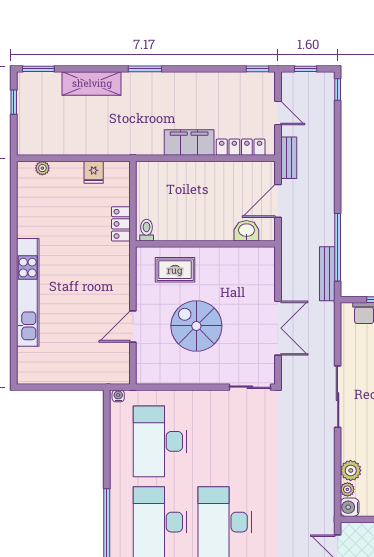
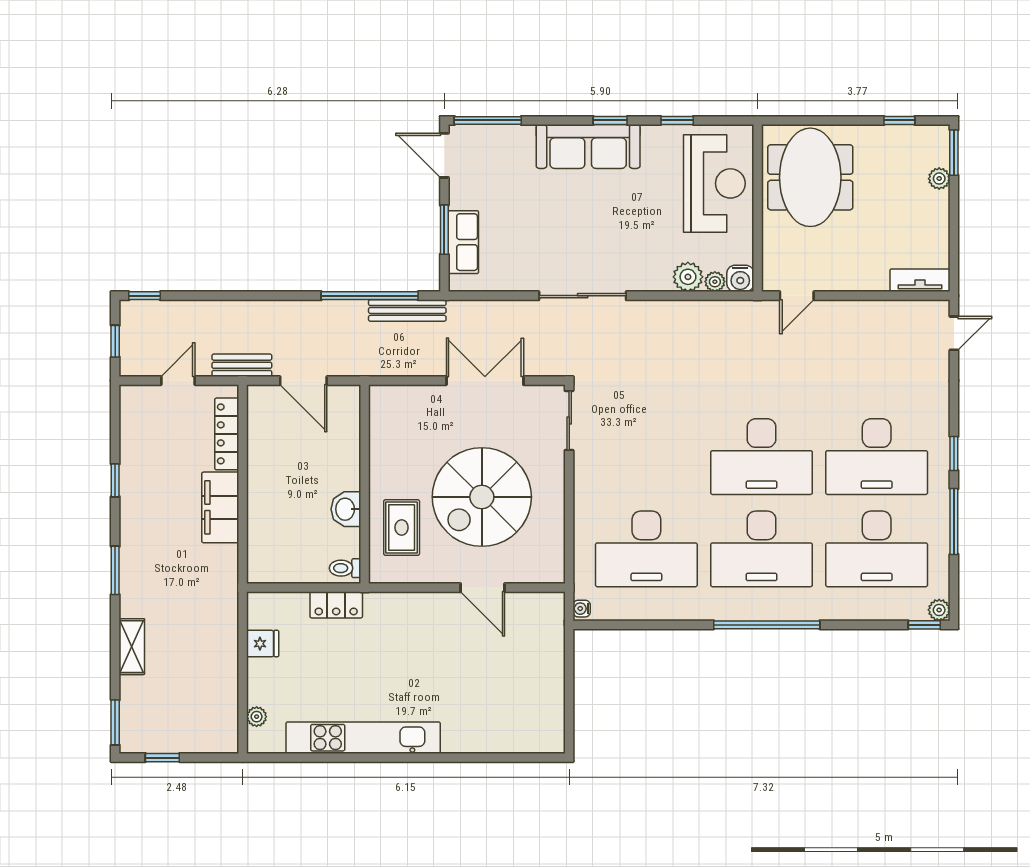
window: (257, 69) -> (115, 480), moved
shelving: (92, 83) -> (132, 647), width x0.67, depth x0.75
washbasin: (246, 231) -> (346, 509), moved
kitchen unit: (28, 292) -> (363, 738), moved
spiral stairs: (196, 326) -> (482, 497), width x1.37, depth x1.37

